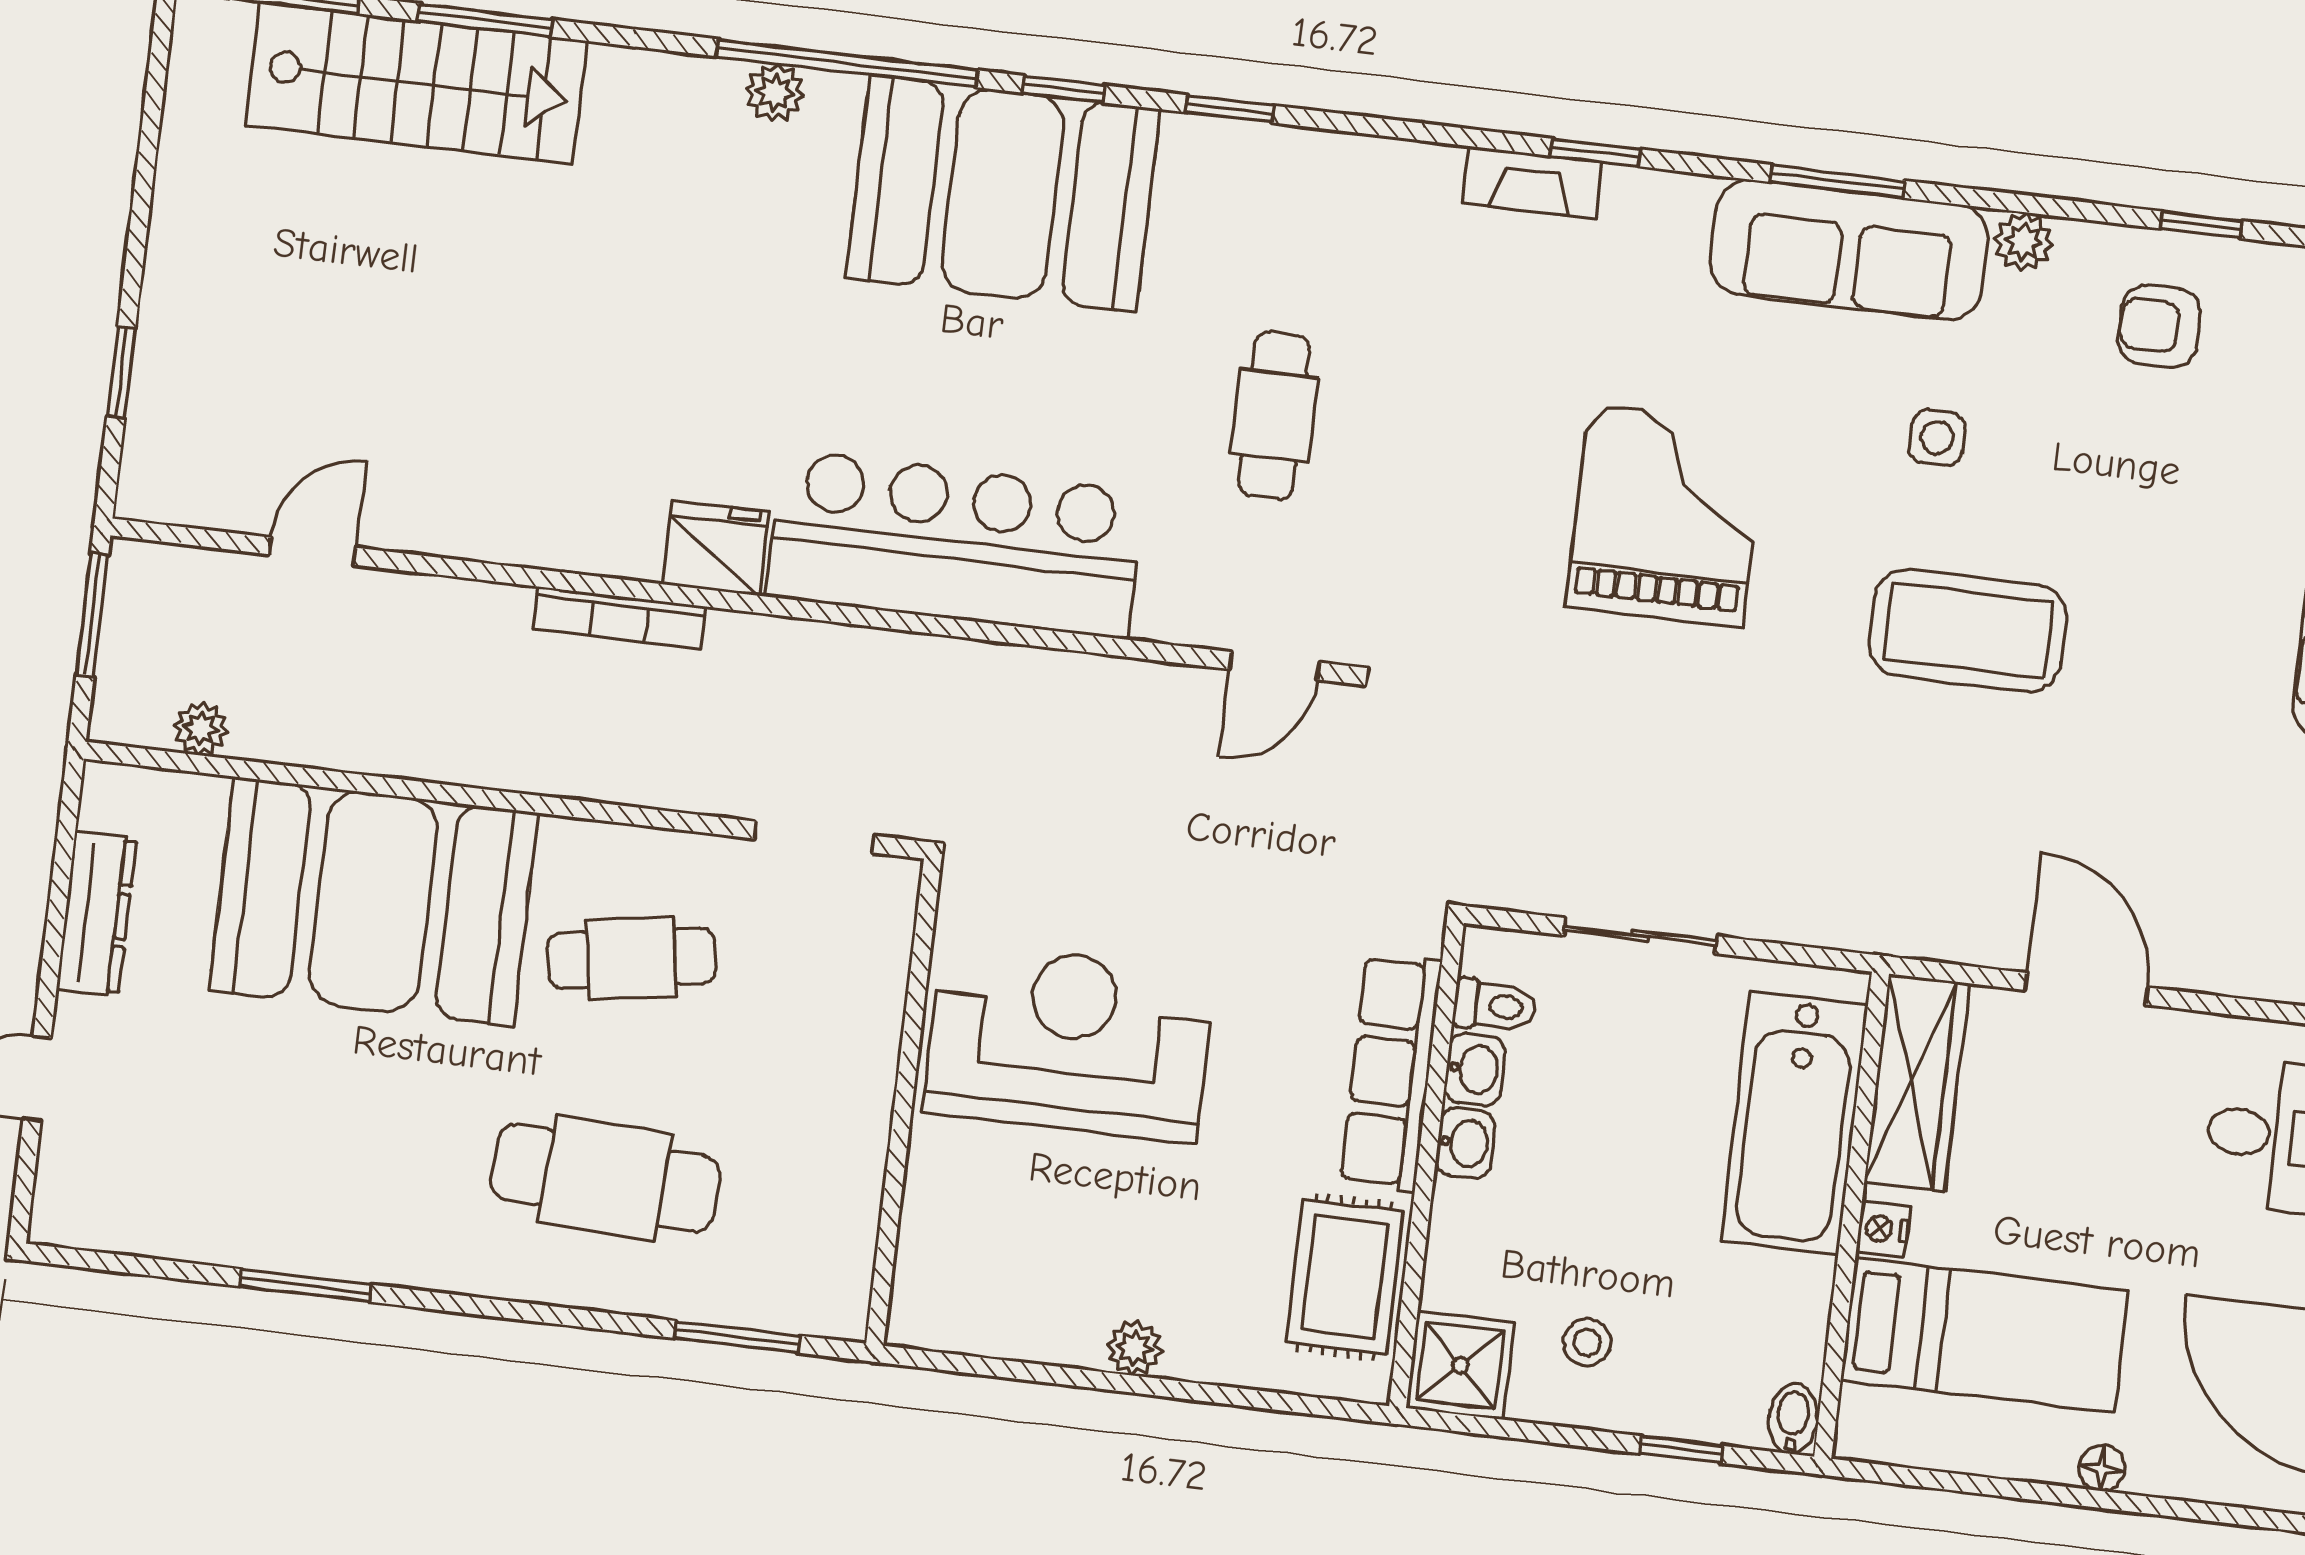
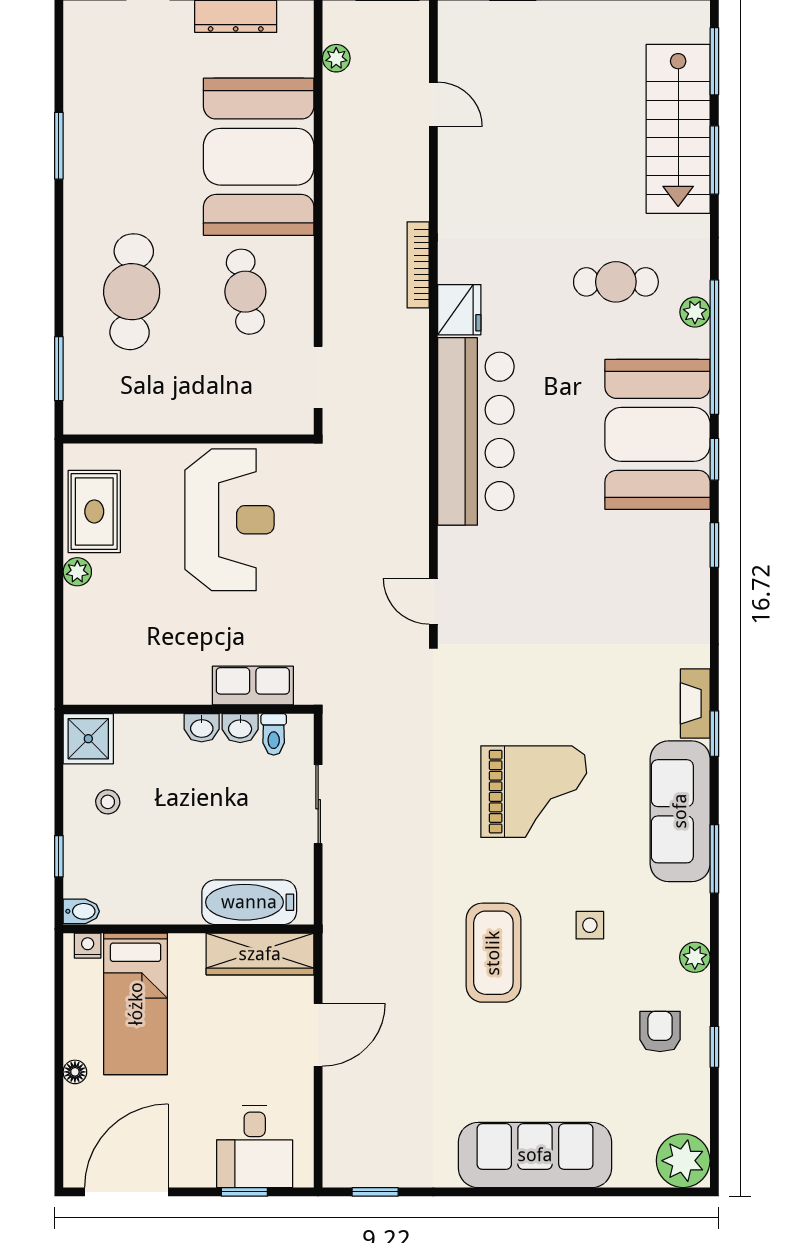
sofa: (1849, 250) -> (680, 811), moved
cafe table: (1274, 416) -> (616, 282), moved
row of seats: (1391, 1072) -> (253, 686), width x0.68
bathtub: (1794, 1123) -> (249, 902), width x0.73, depth x0.73
nightstand: (1883, 1229) -> (88, 946), moved
rug: (1345, 1277) -> (94, 511), moved, turned 90

